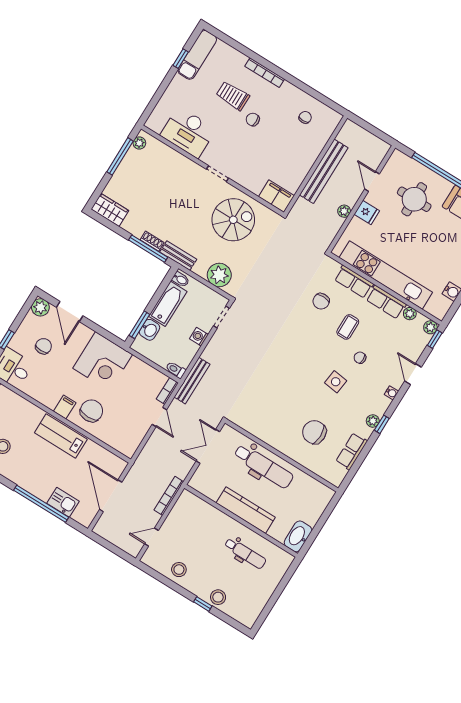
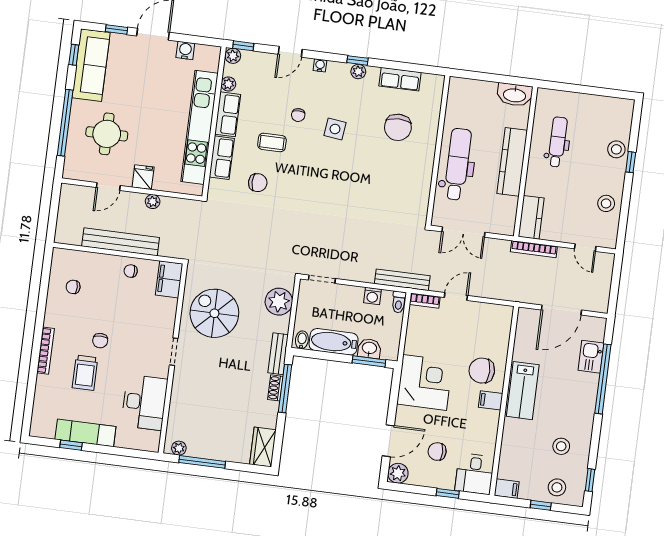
exam couch: (197, 55) -> (85, 433), moved
chair: (297, 169) -> (131, 271), added
washing machine: (199, 337) -> (372, 296), moved
kitchen counter: (195, 505) -> (531, 217), added

